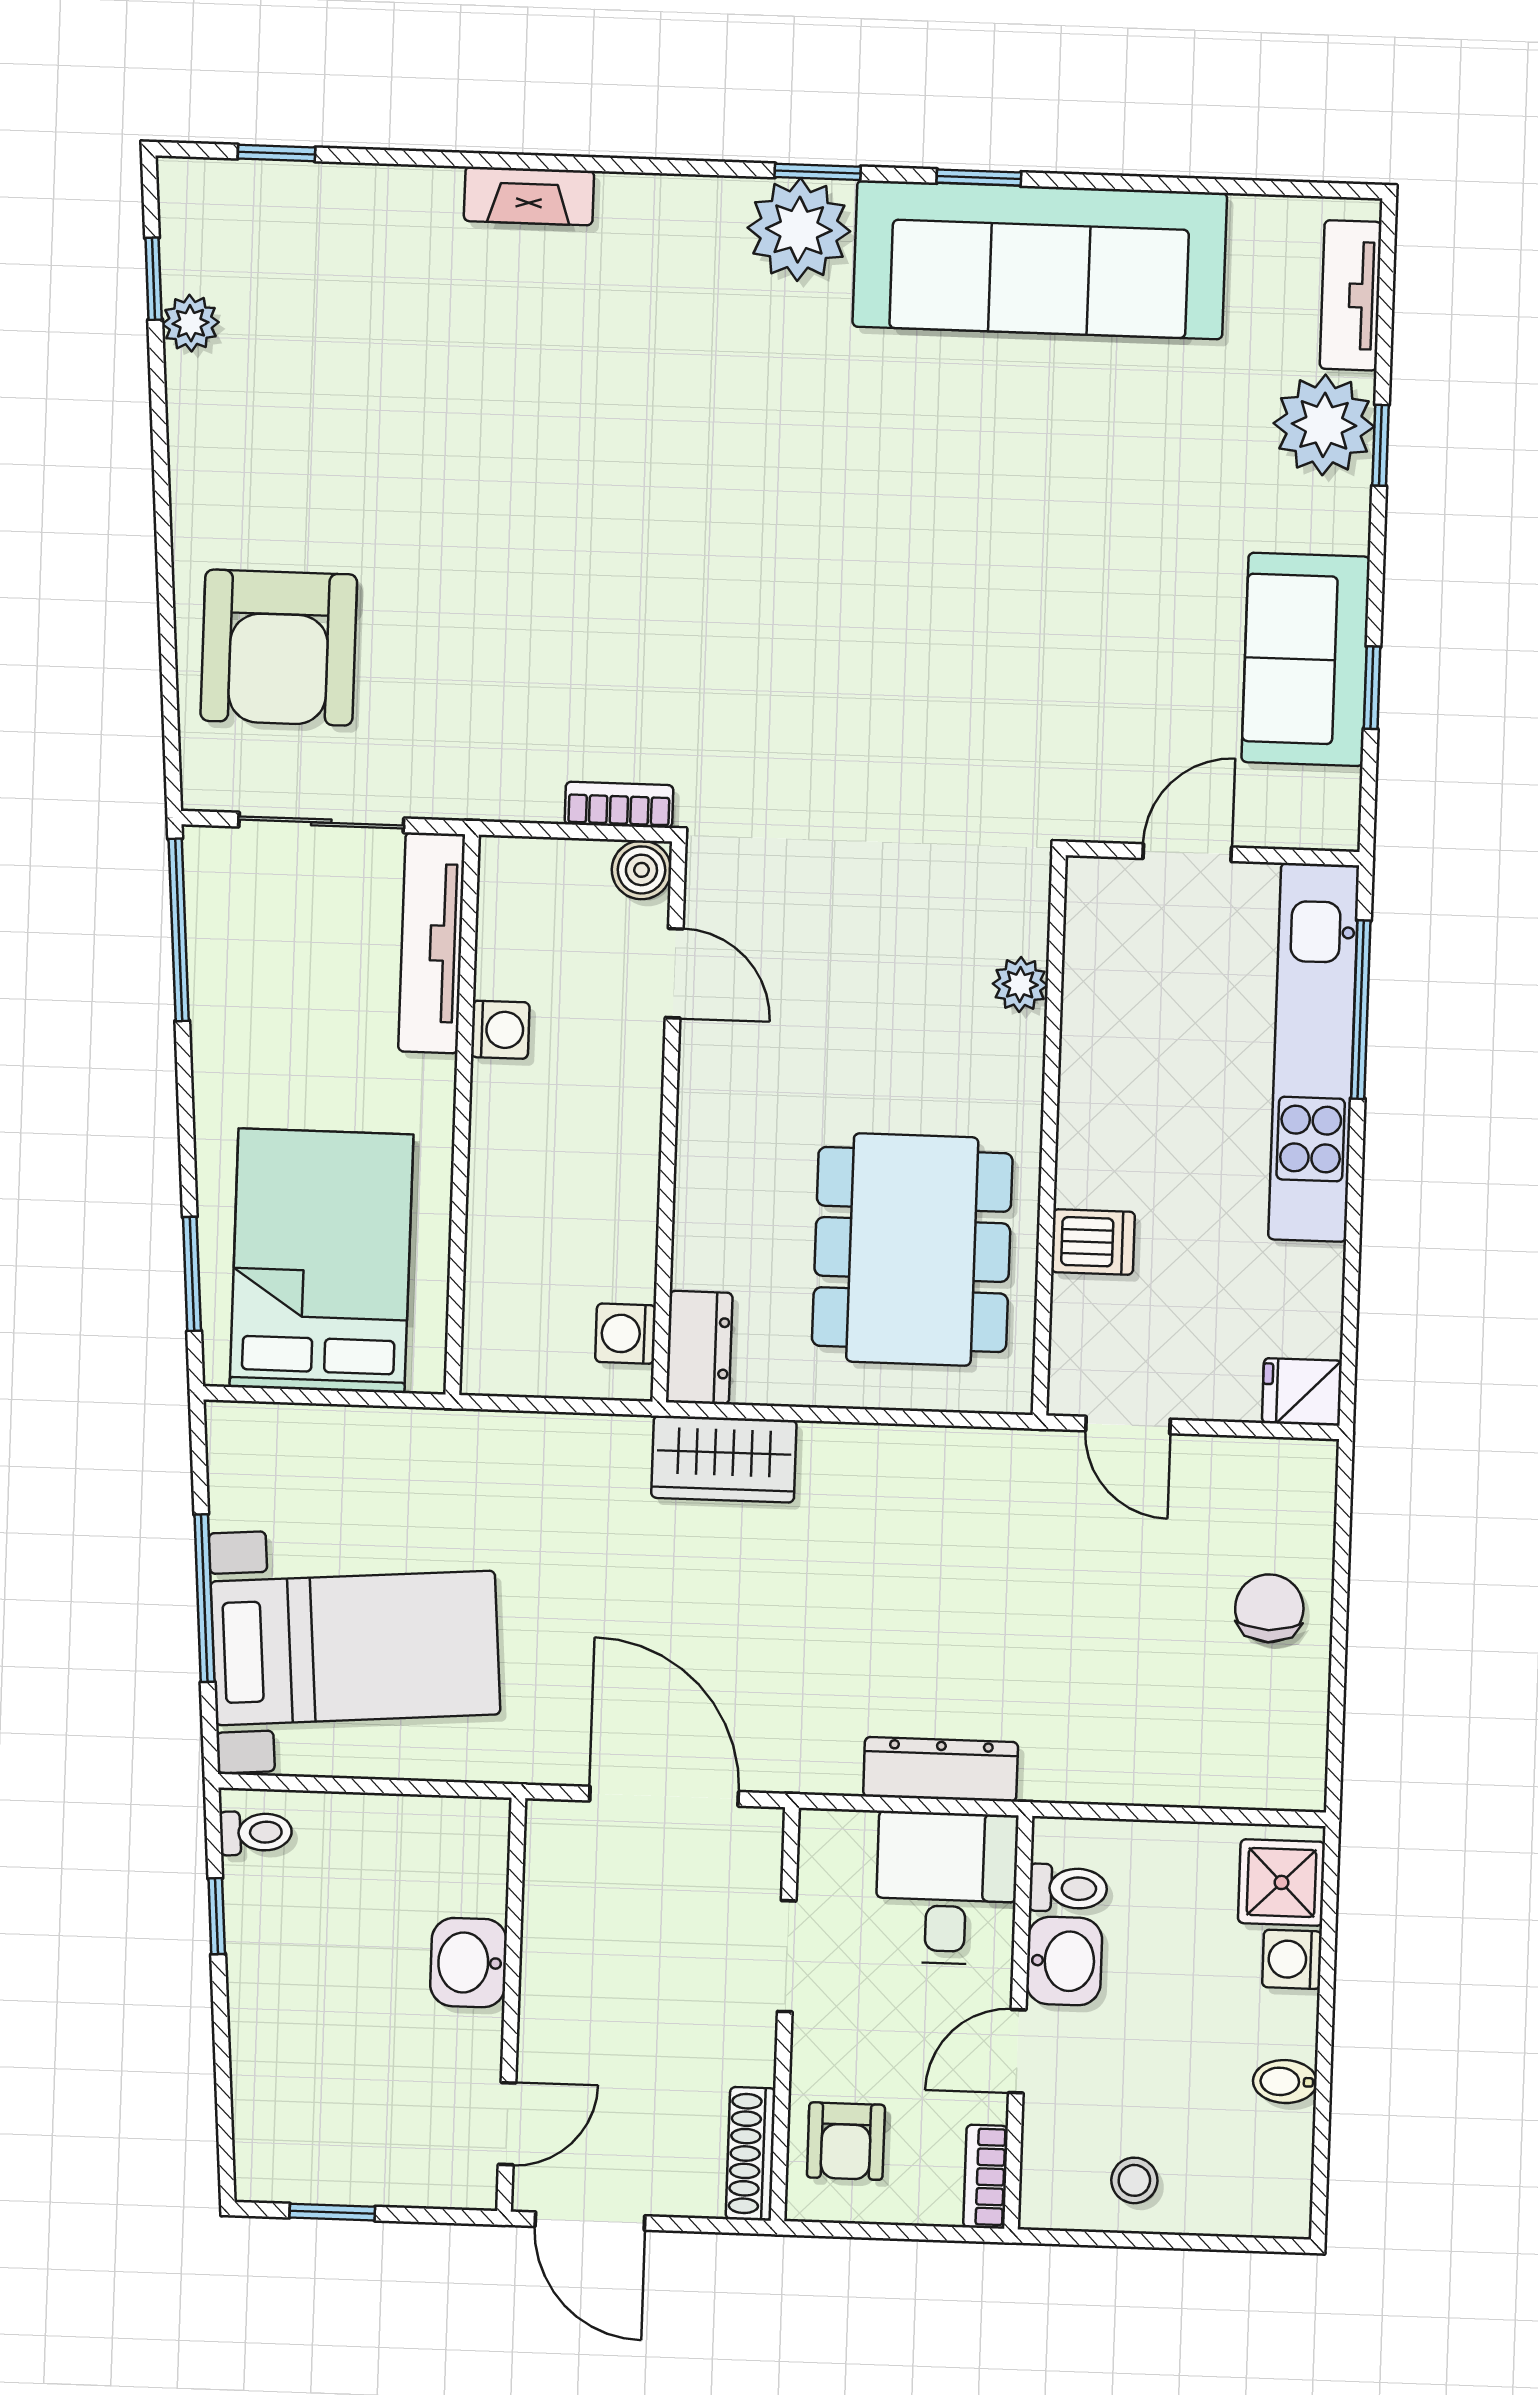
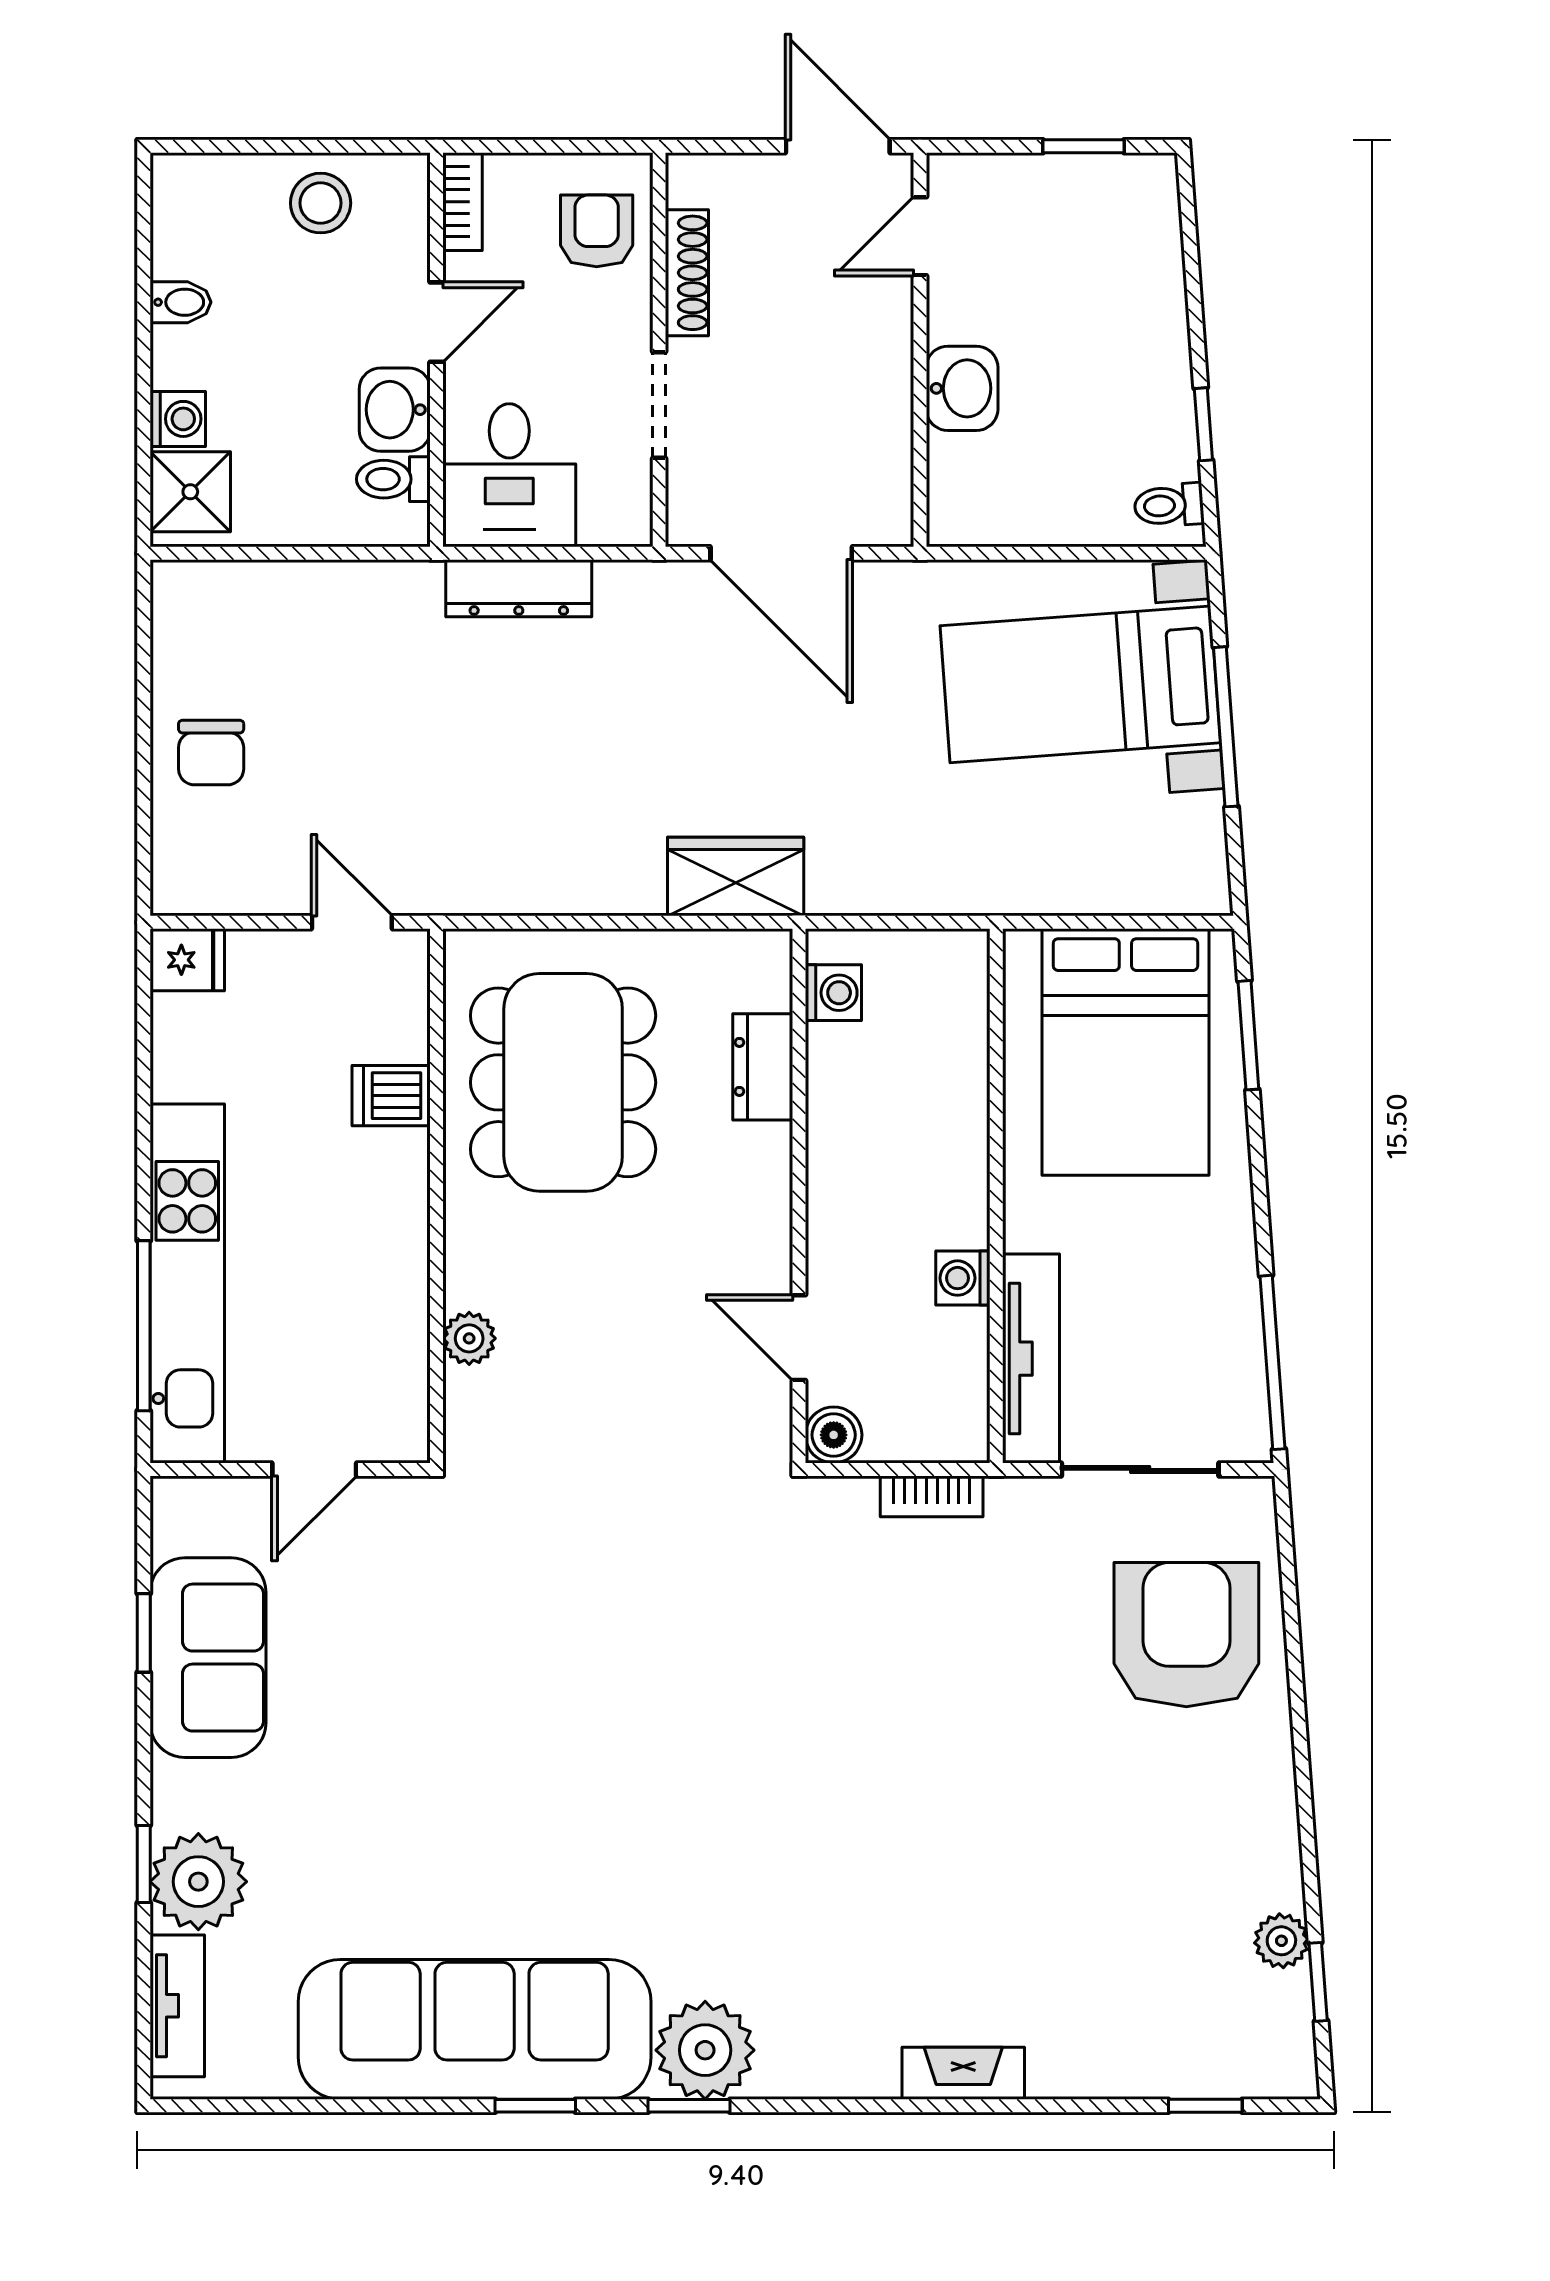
bookcase: (619, 805) -> (932, 1496), moved
dresser: (699, 1347) -> (763, 1067), moved
shoe rack: (751, 2154) -> (687, 273), moved
stool: (1134, 2180) -> (321, 203), width x1.37, depth x1.37

